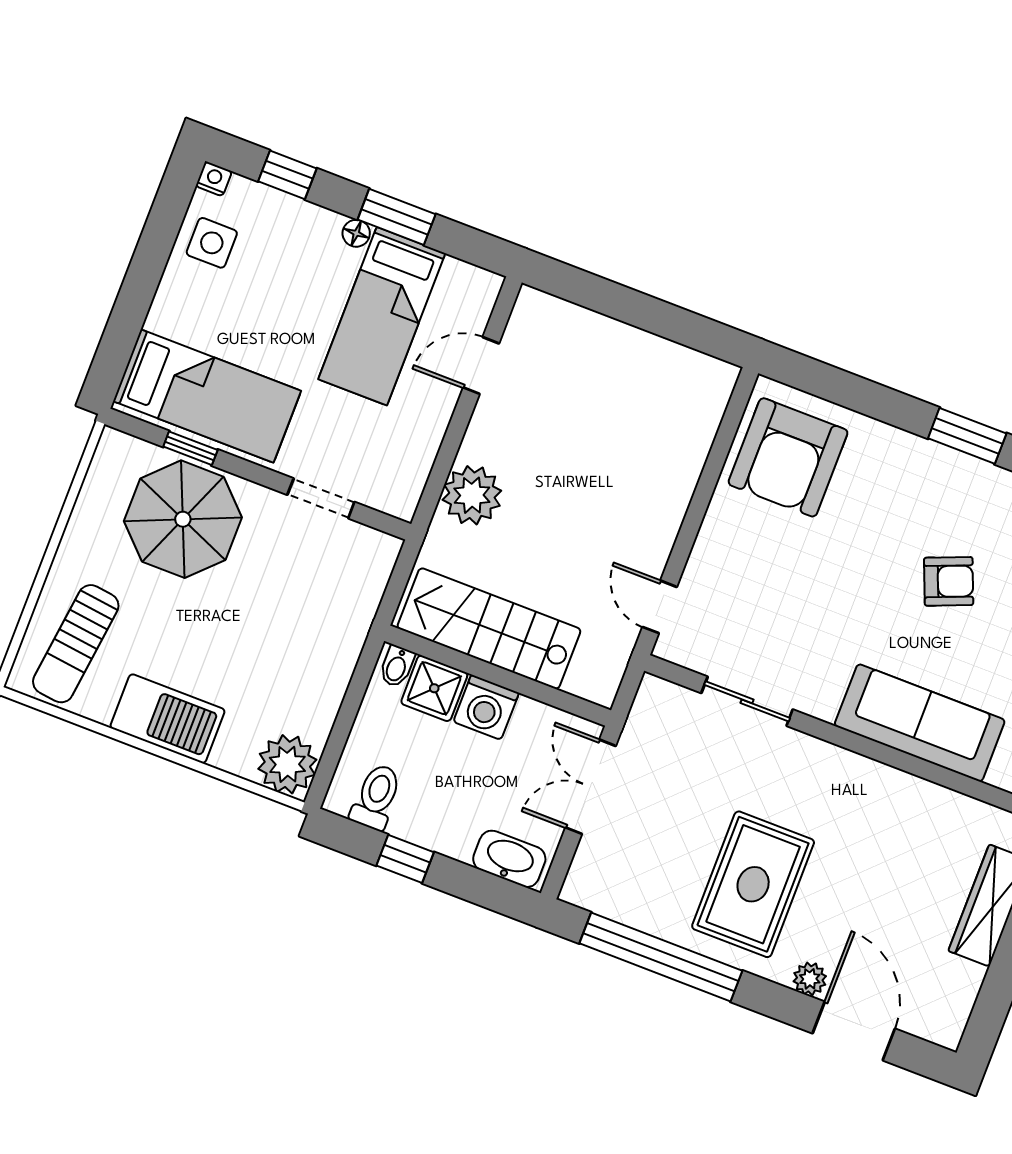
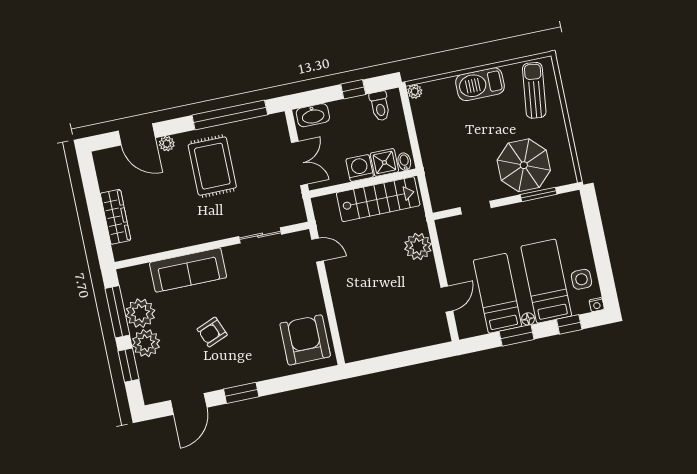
bed: (207, 396) -> (546, 281), moved, turned 90
window: (190, 448) -> (539, 194), width x1.50
plant: (287, 764) -> (415, 91), width x0.53, depth x0.53

